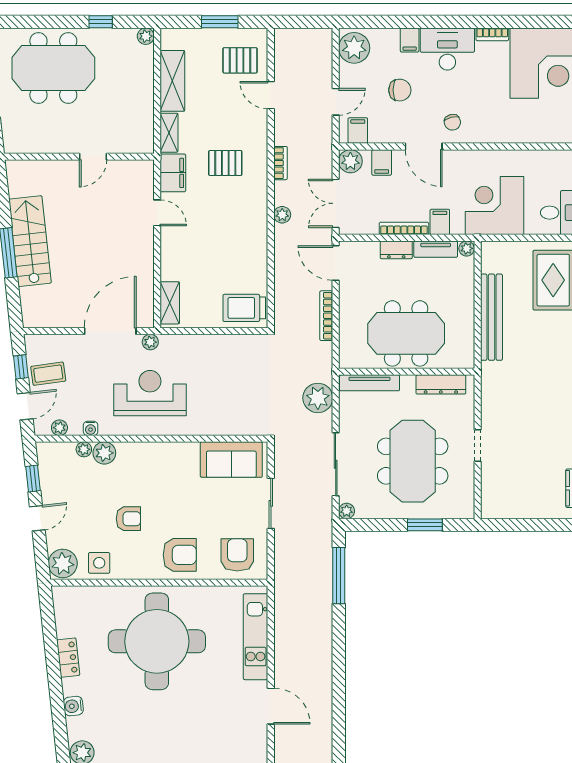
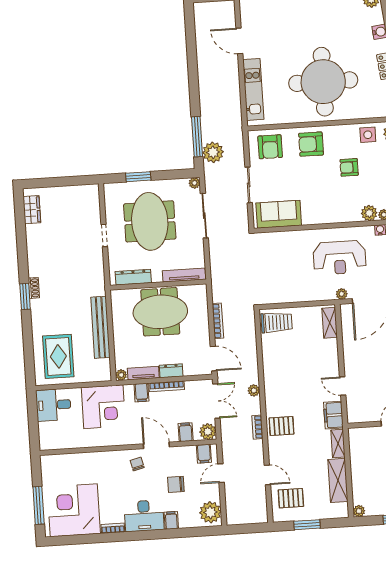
pallet: (225, 163) -> (282, 426), moved
plant: (318, 398) -> (213, 152), moved

